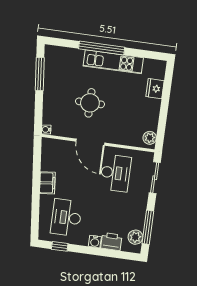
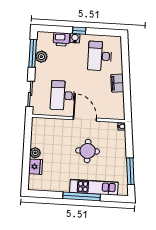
kitchen unit: (113, 62) -> (94, 187), moved
plant: (150, 138) -> (35, 153), moved
desk: (66, 218) -> (100, 56), turned 180
plant: (135, 237) -> (41, 57), moved
window: (60, 246) -> (79, 31), moved

